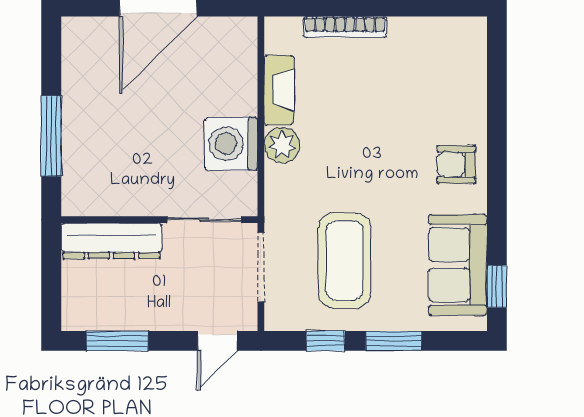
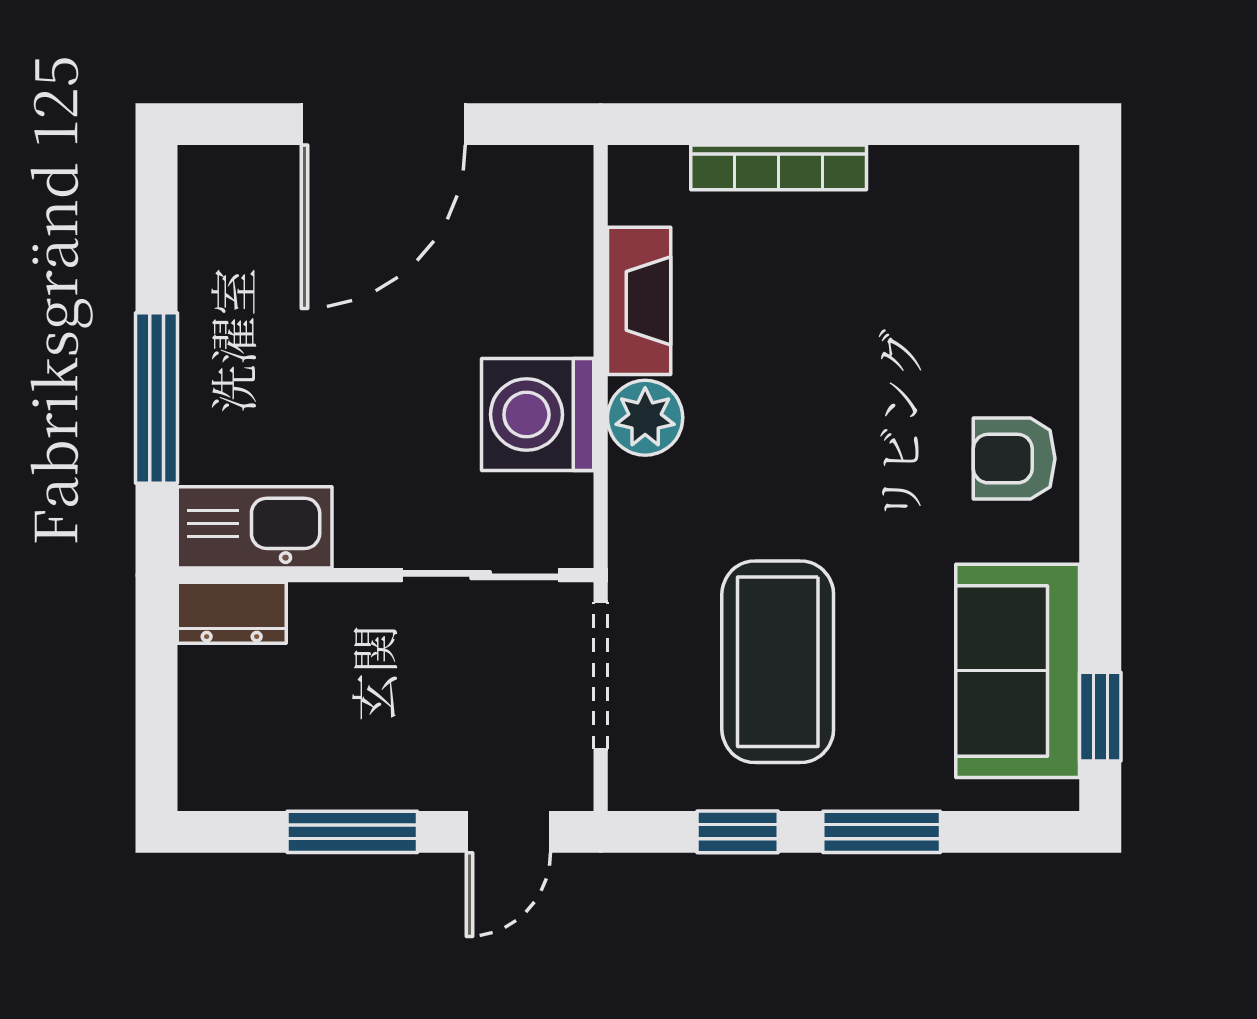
kitchen sink: (98, 197) -> (255, 527), added
dresser: (111, 241) -> (232, 613), width x0.51, depth x0.80
window: (117, 341) -> (352, 832), moved

